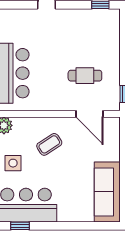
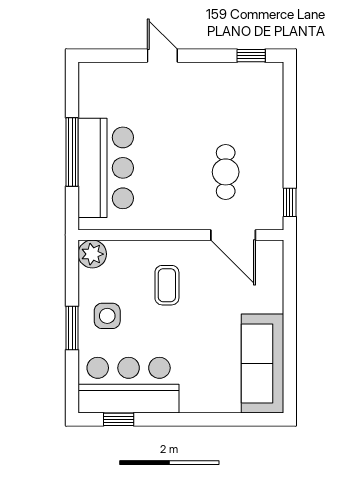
cafe table: (85, 76) -> (226, 172), turned 90
coffee table: (49, 144) -> (167, 285), turned -57

